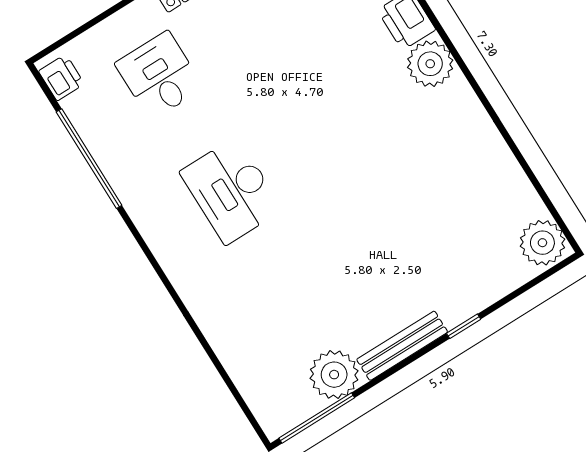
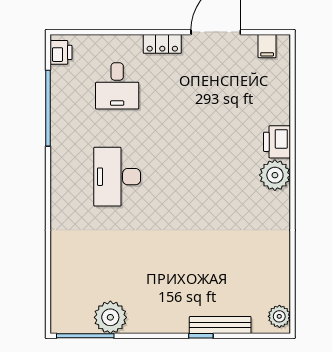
desk: (159, 76) -> (117, 86), turned 180
plant: (542, 243) -> (279, 316), width x0.73, depth x0.73
bench: (402, 346) -> (220, 325), moved

